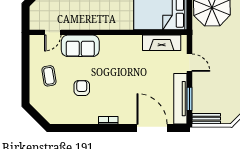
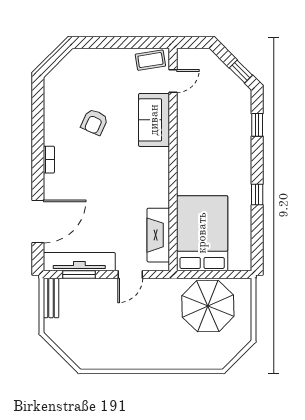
door: (53, 32) -> (173, 81), swing flipped
coffee table: (49, 76) -> (150, 60), moved
armchair: (82, 88) -> (94, 122), turned 114

